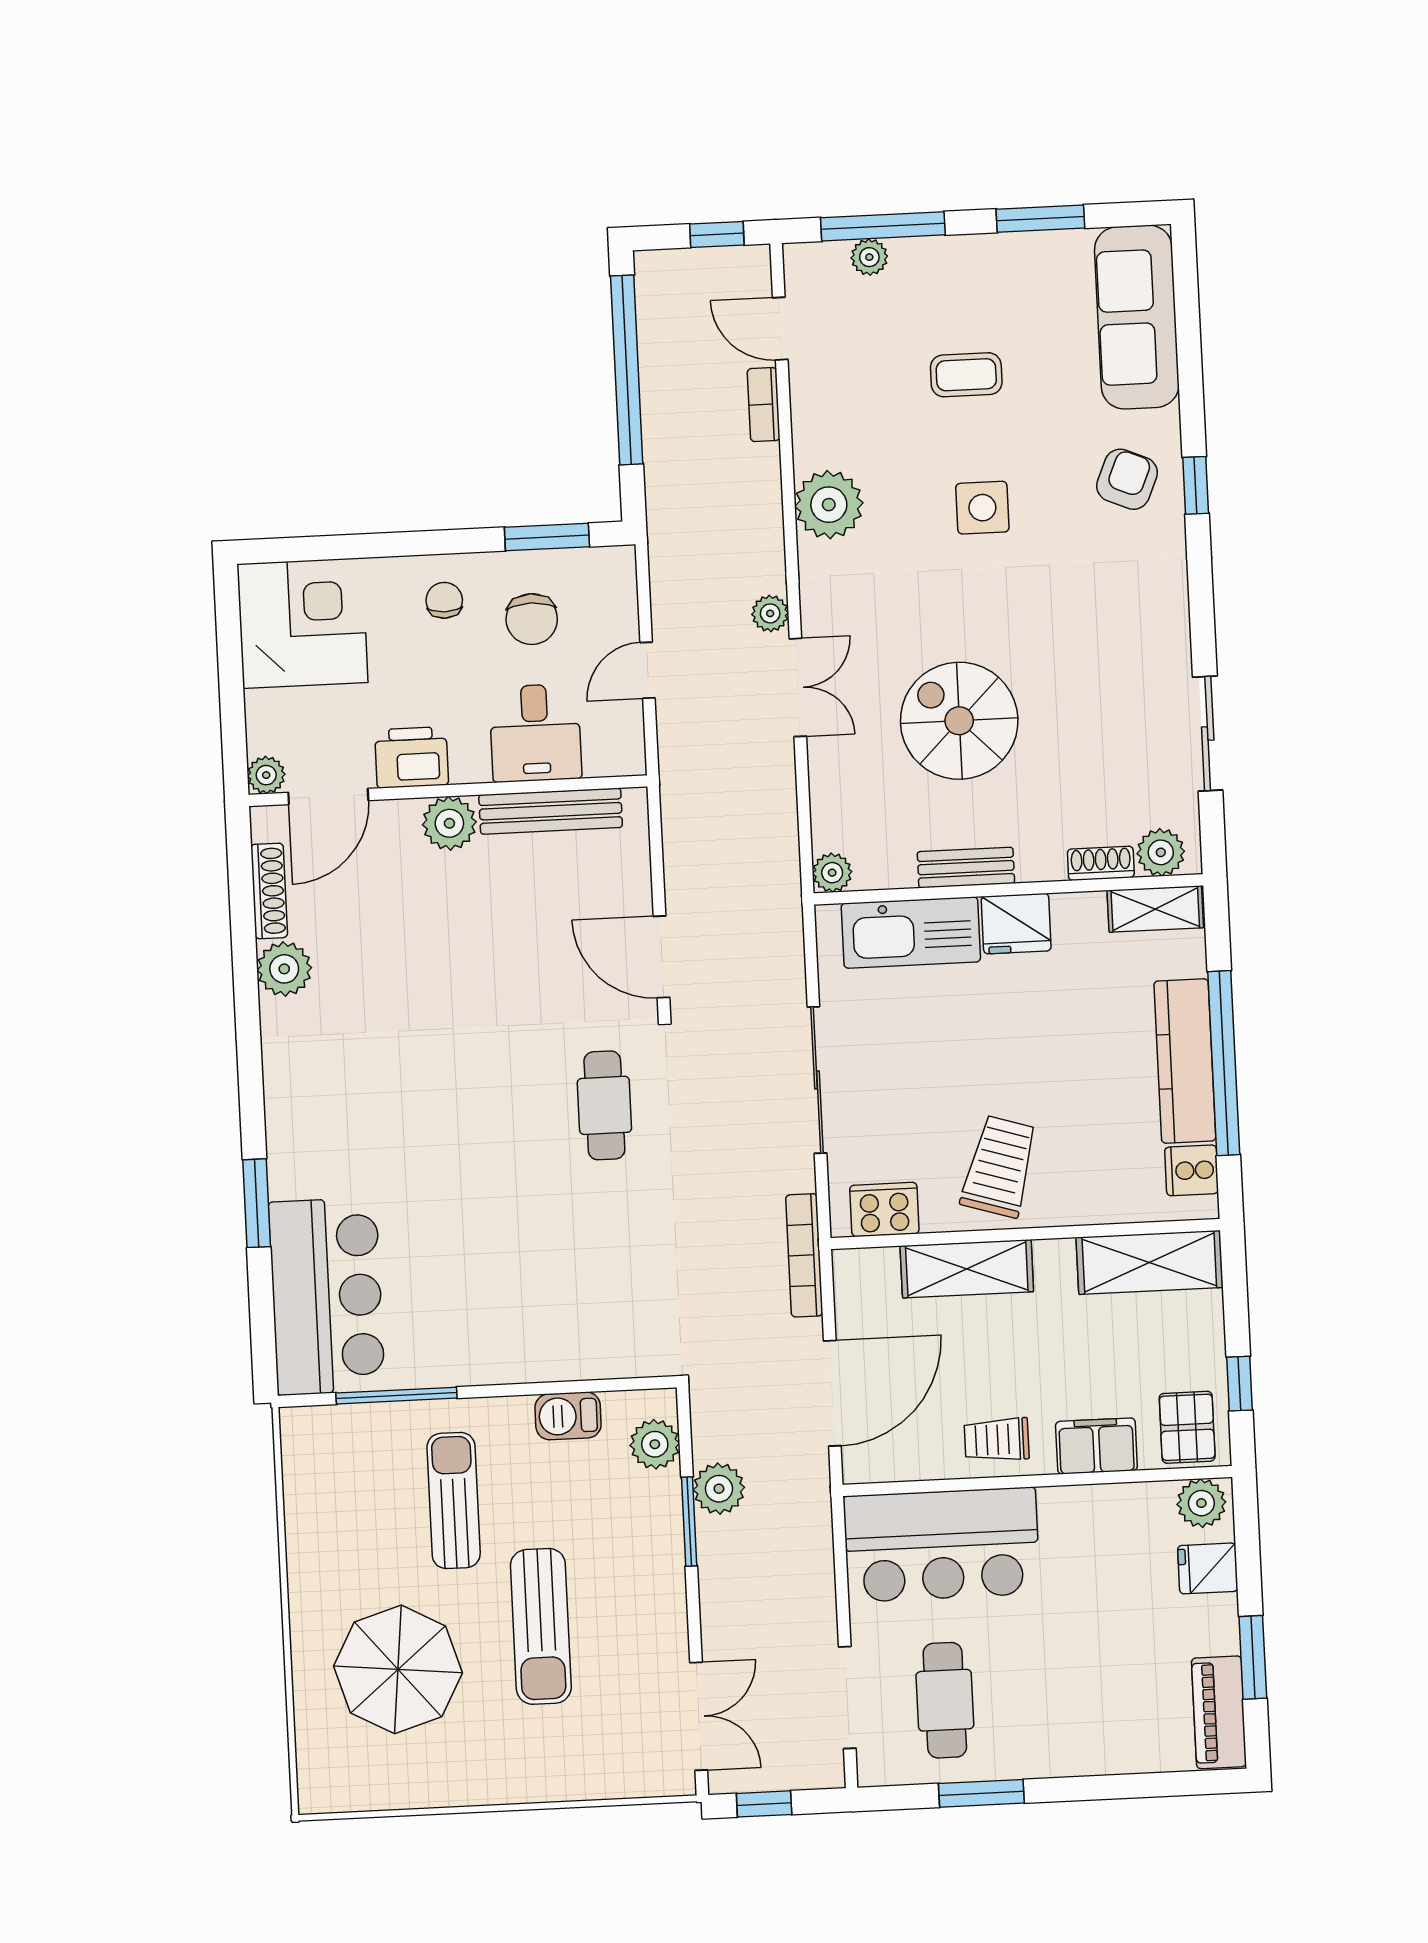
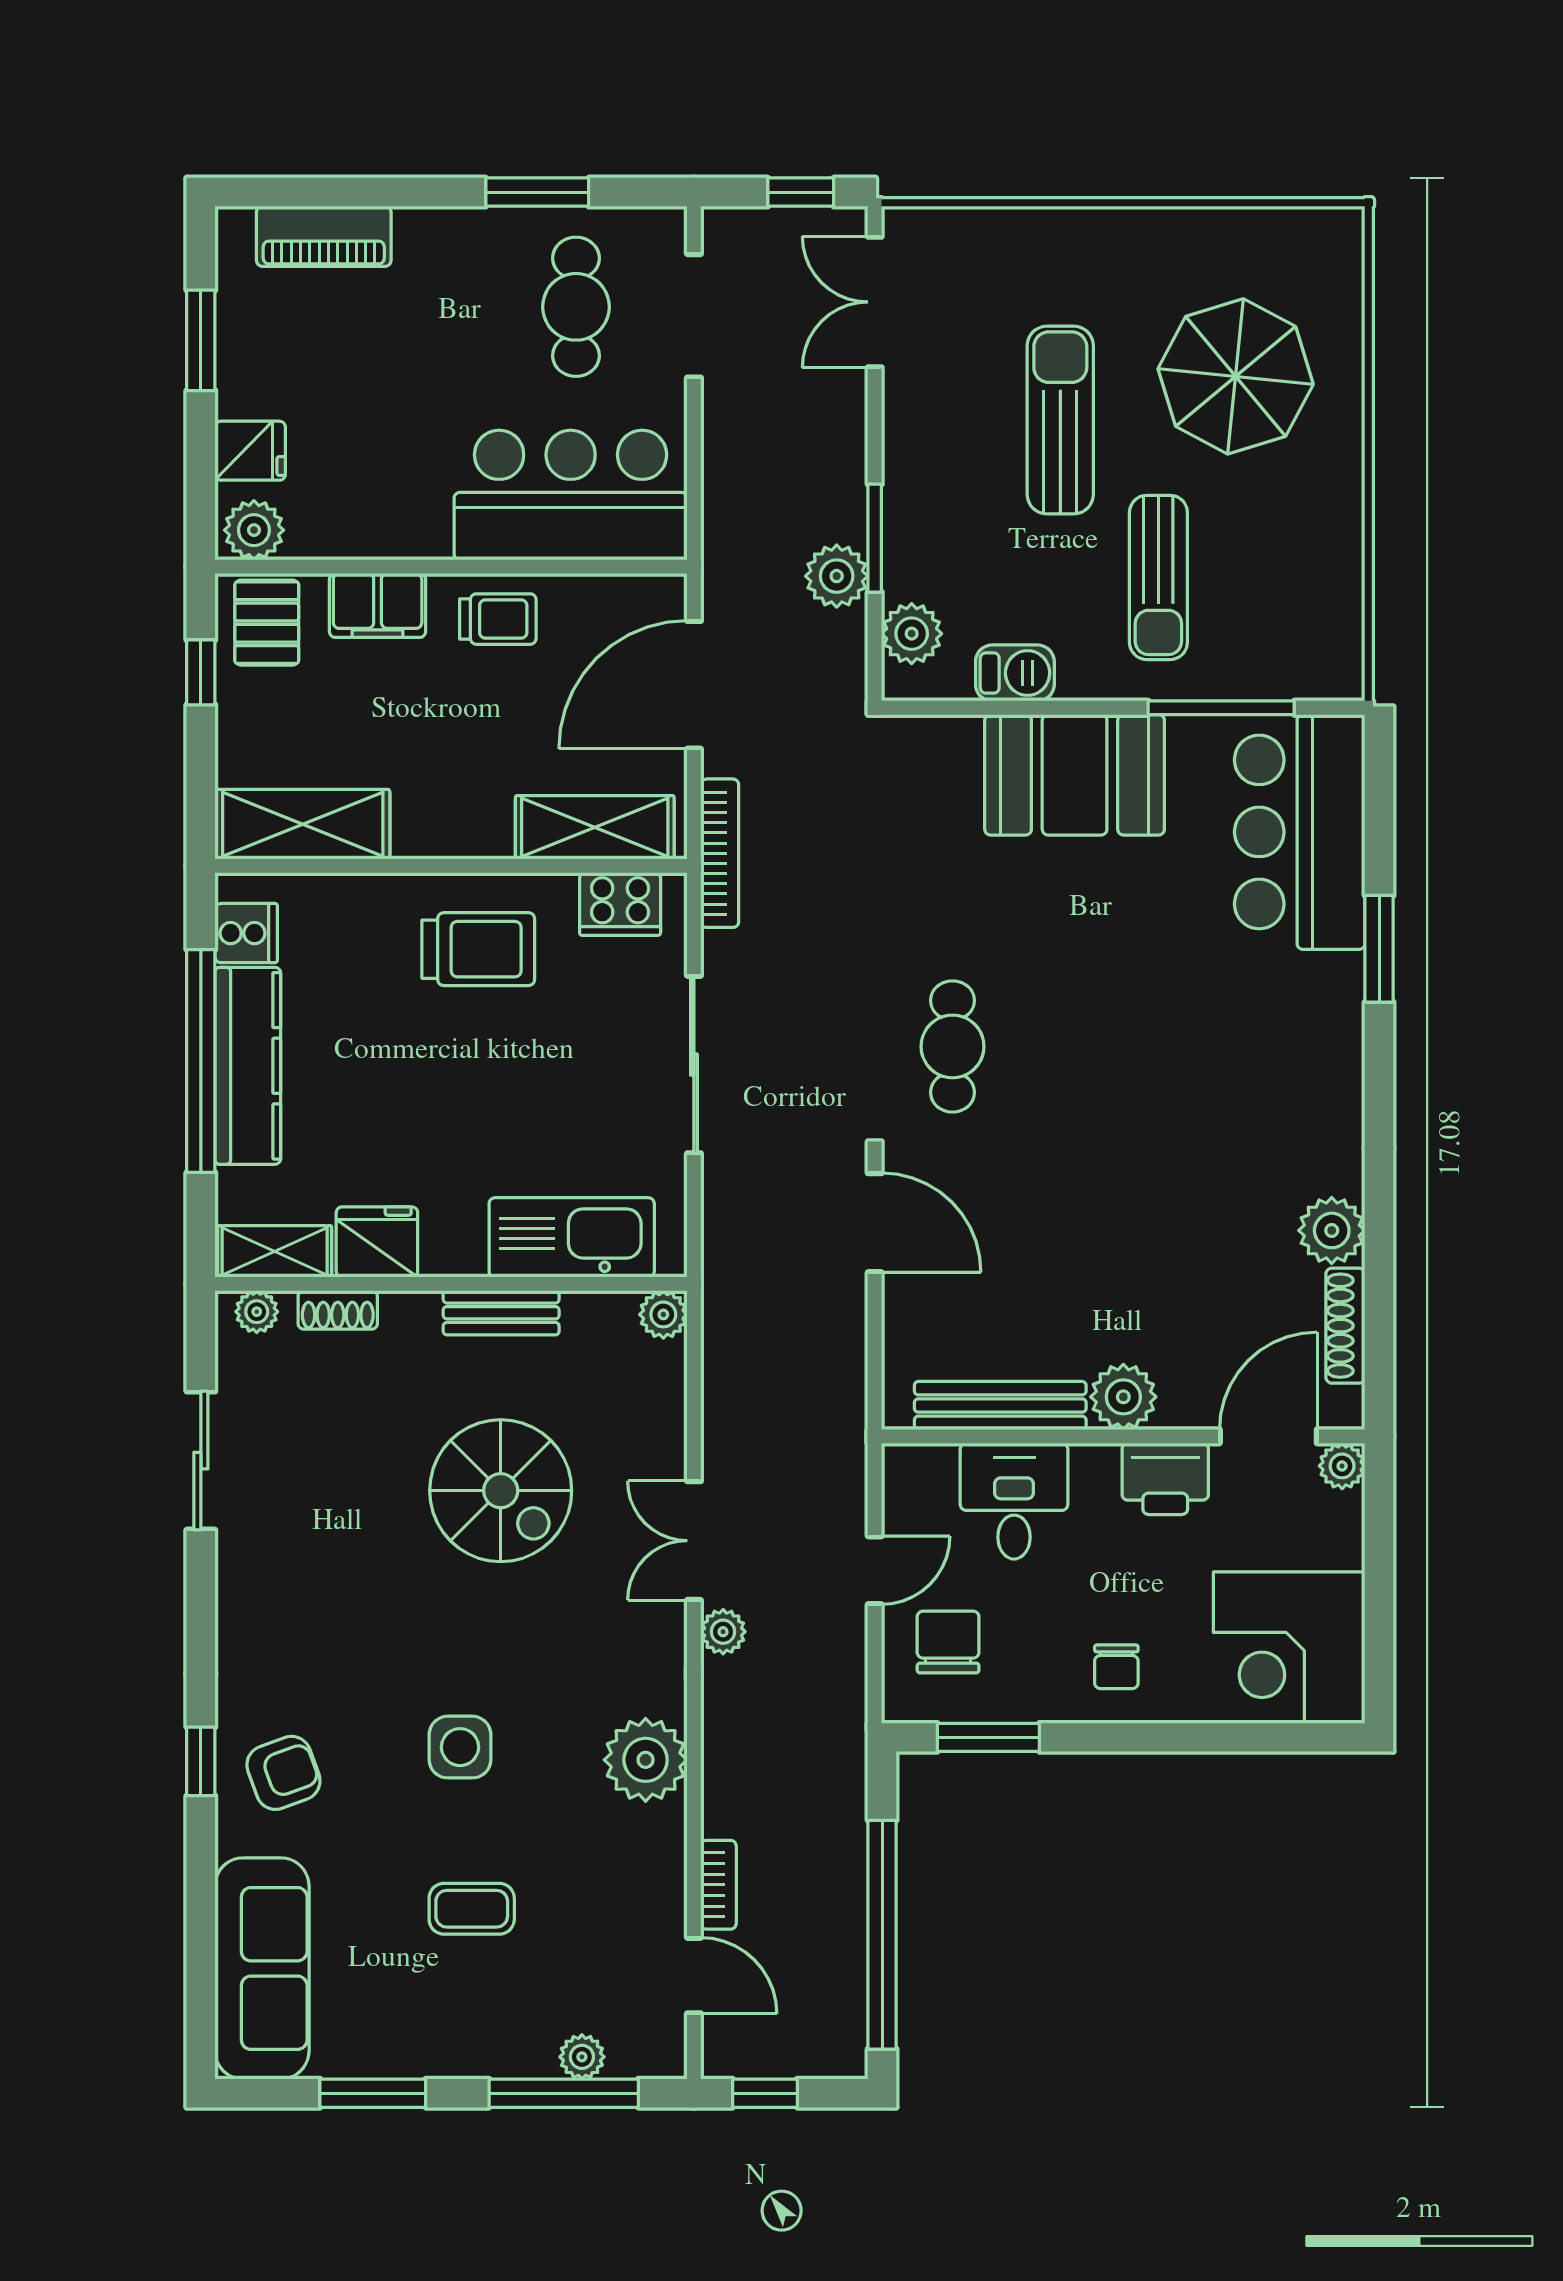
armchair: (1127, 479) -> (283, 1773), turned -133
chair: (532, 619) -> (948, 1642), moved
plant: (1161, 852) -> (257, 1312), width x0.73, depth x0.73
fridge: (1016, 924) -> (377, 1242), moved
trolley: (1000, 1167) -> (478, 949), turned -107
shelving: (967, 1269) -> (595, 827), moved
booth: (515, 1334) -> (1075, 775), added
piano: (1219, 1712) -> (324, 236), moved, turned 90

